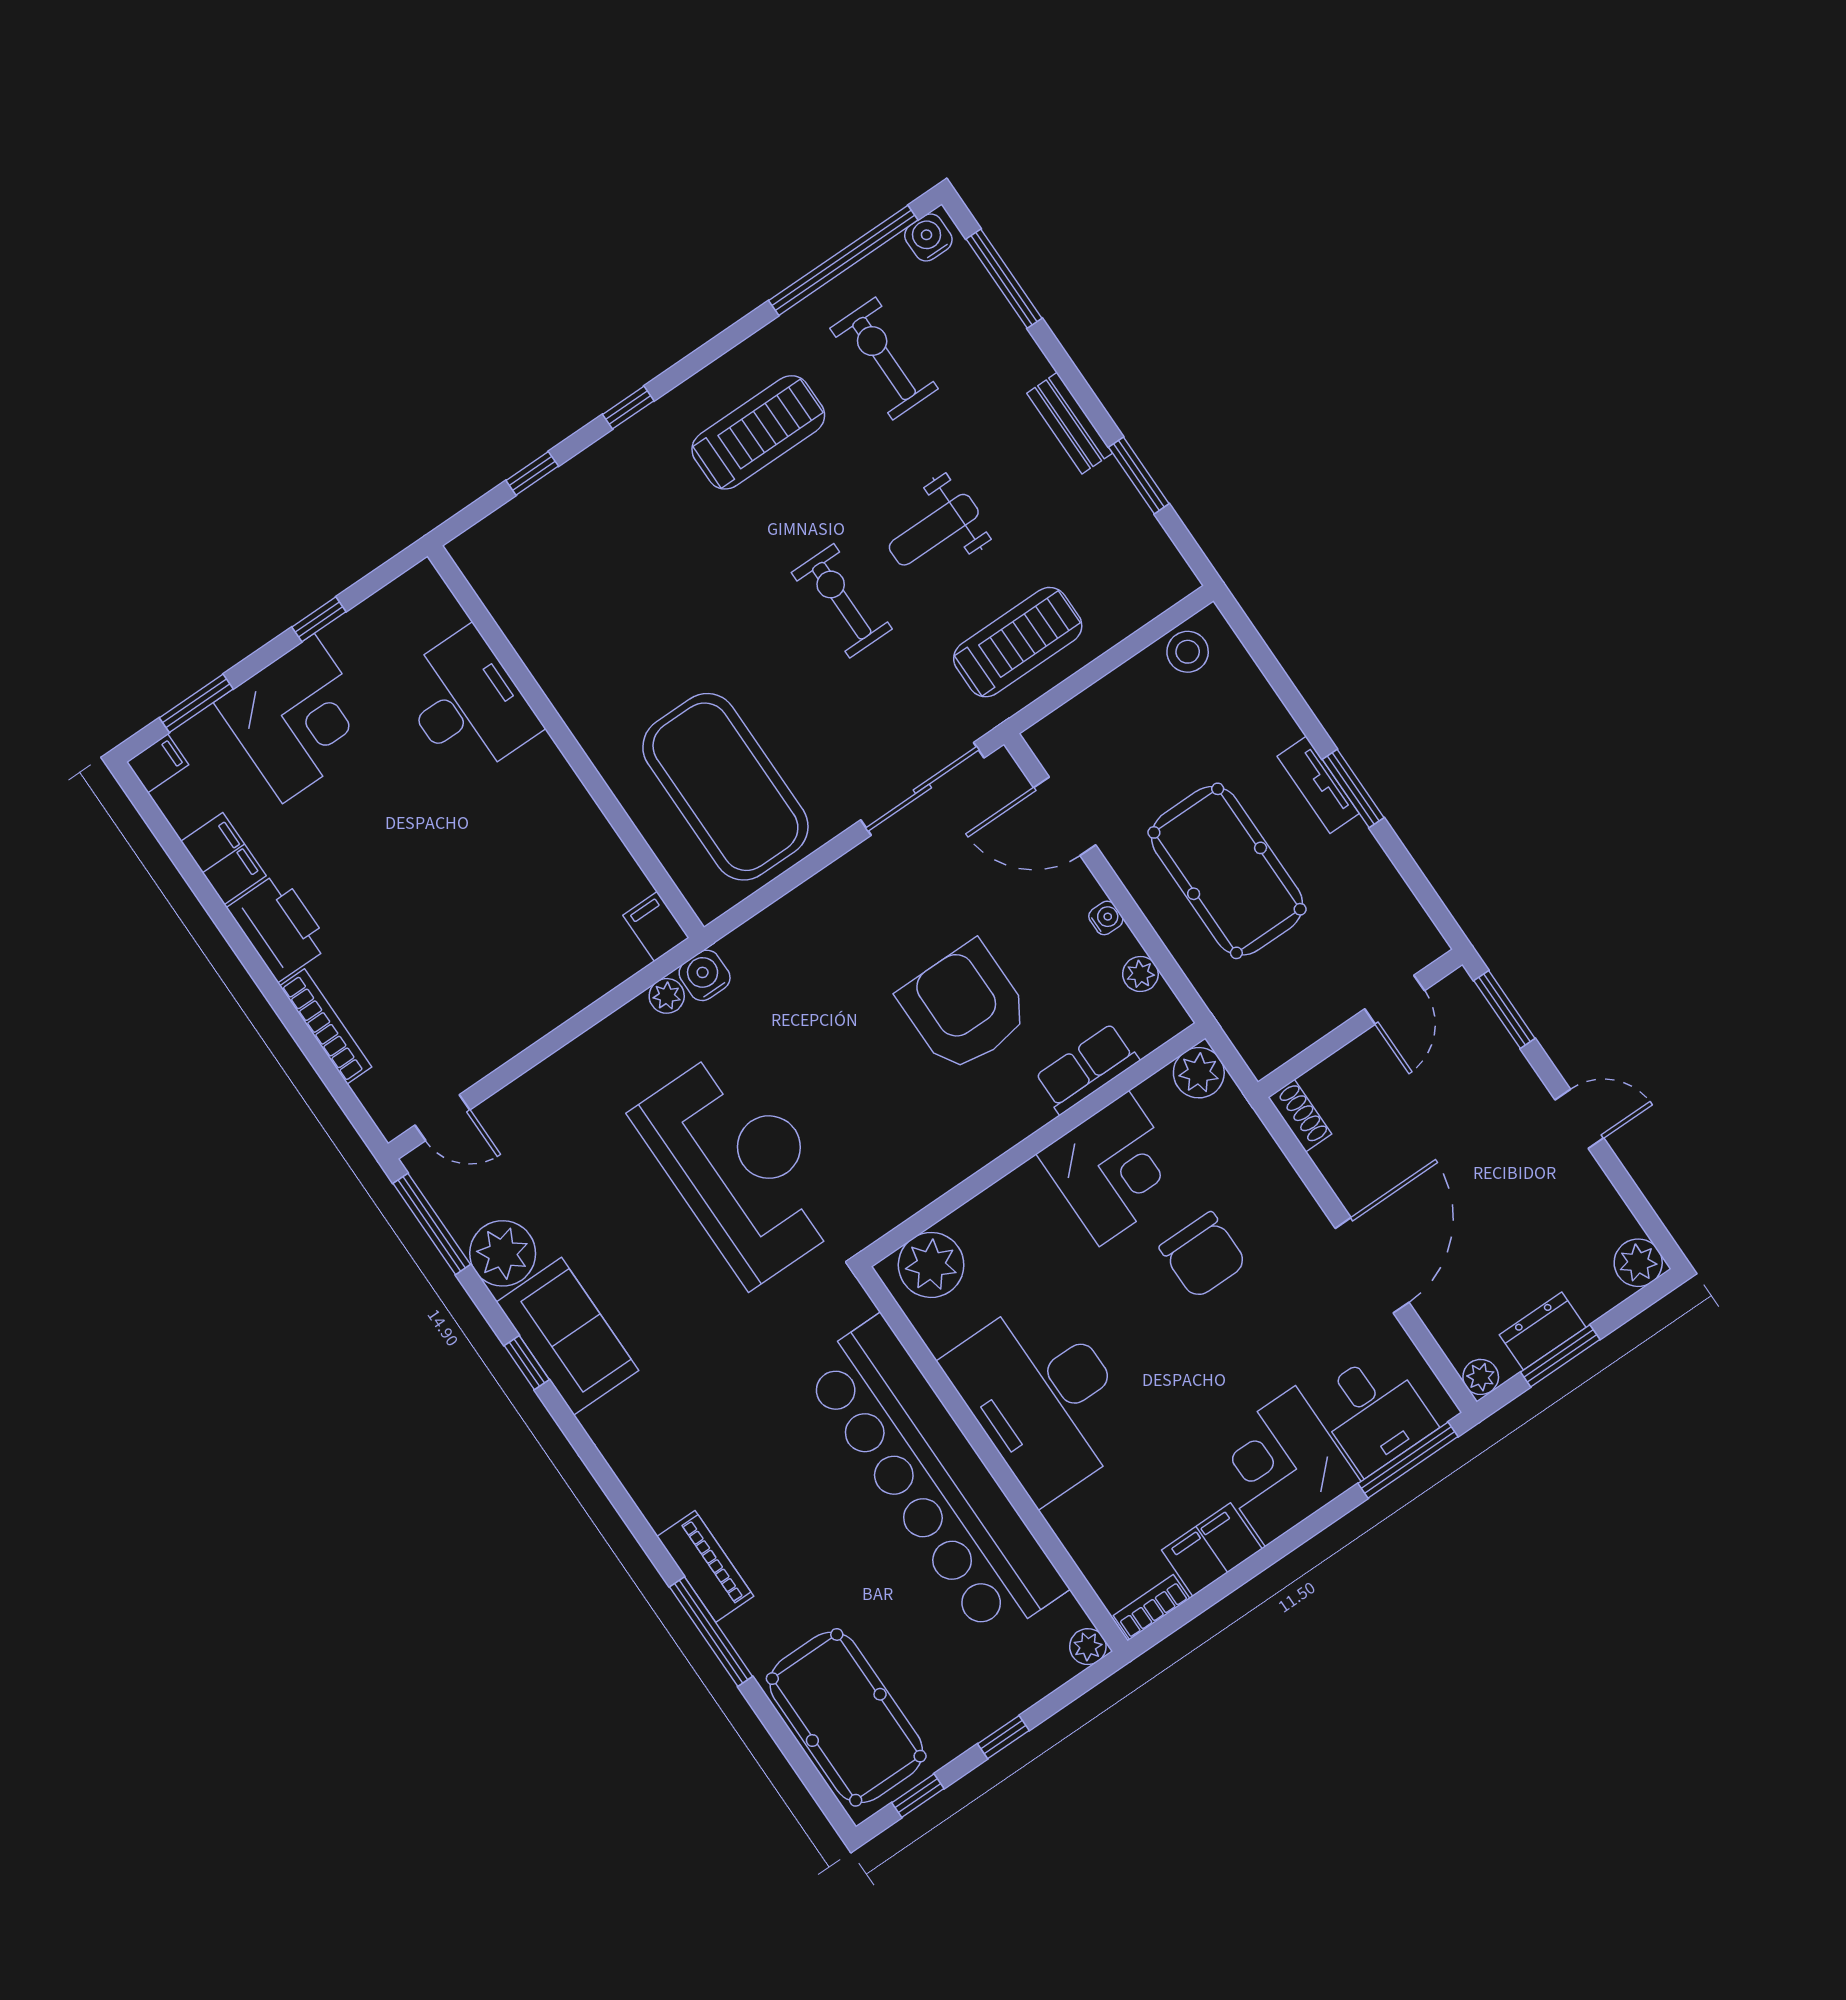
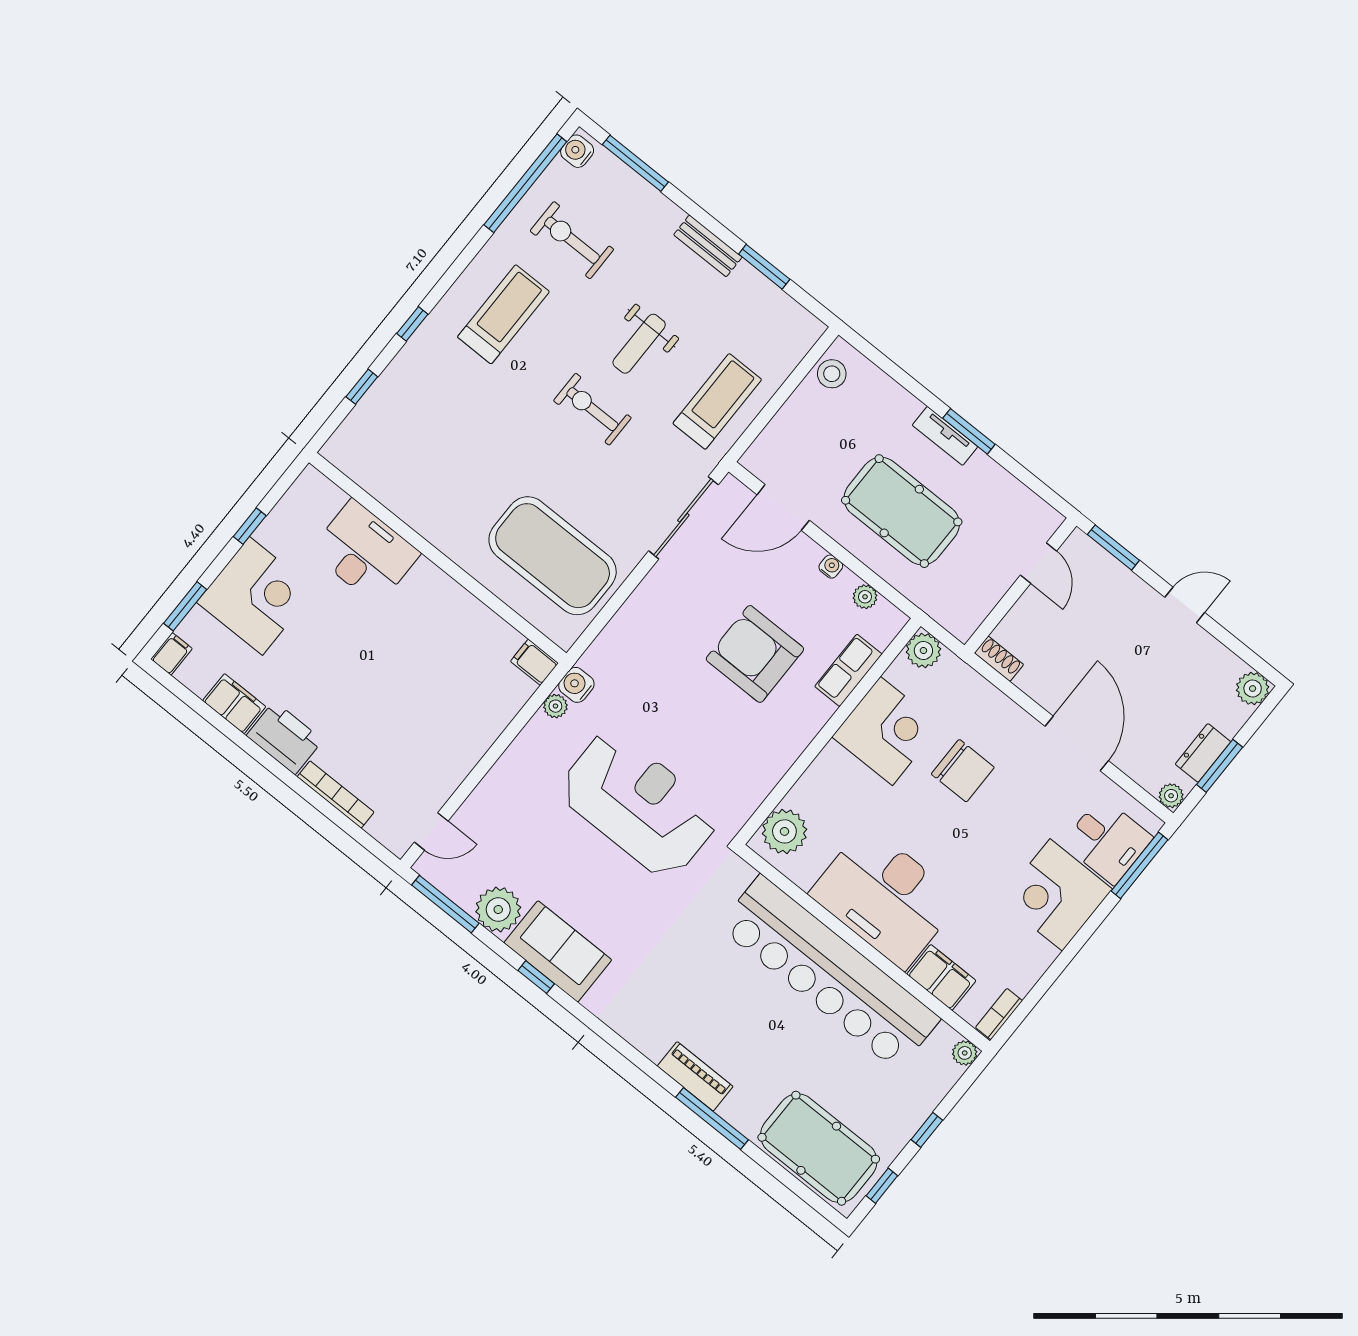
filing cabinet: (1212, 1550) -> (941, 977), moved, turned 90

